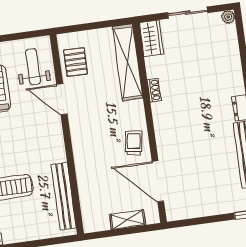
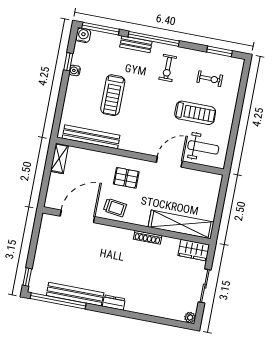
pallet: (76, 62) -> (126, 178), moved
shoe rack: (154, 90) -> (148, 237), width x1.43
shelving: (127, 220) -> (59, 158), moved

